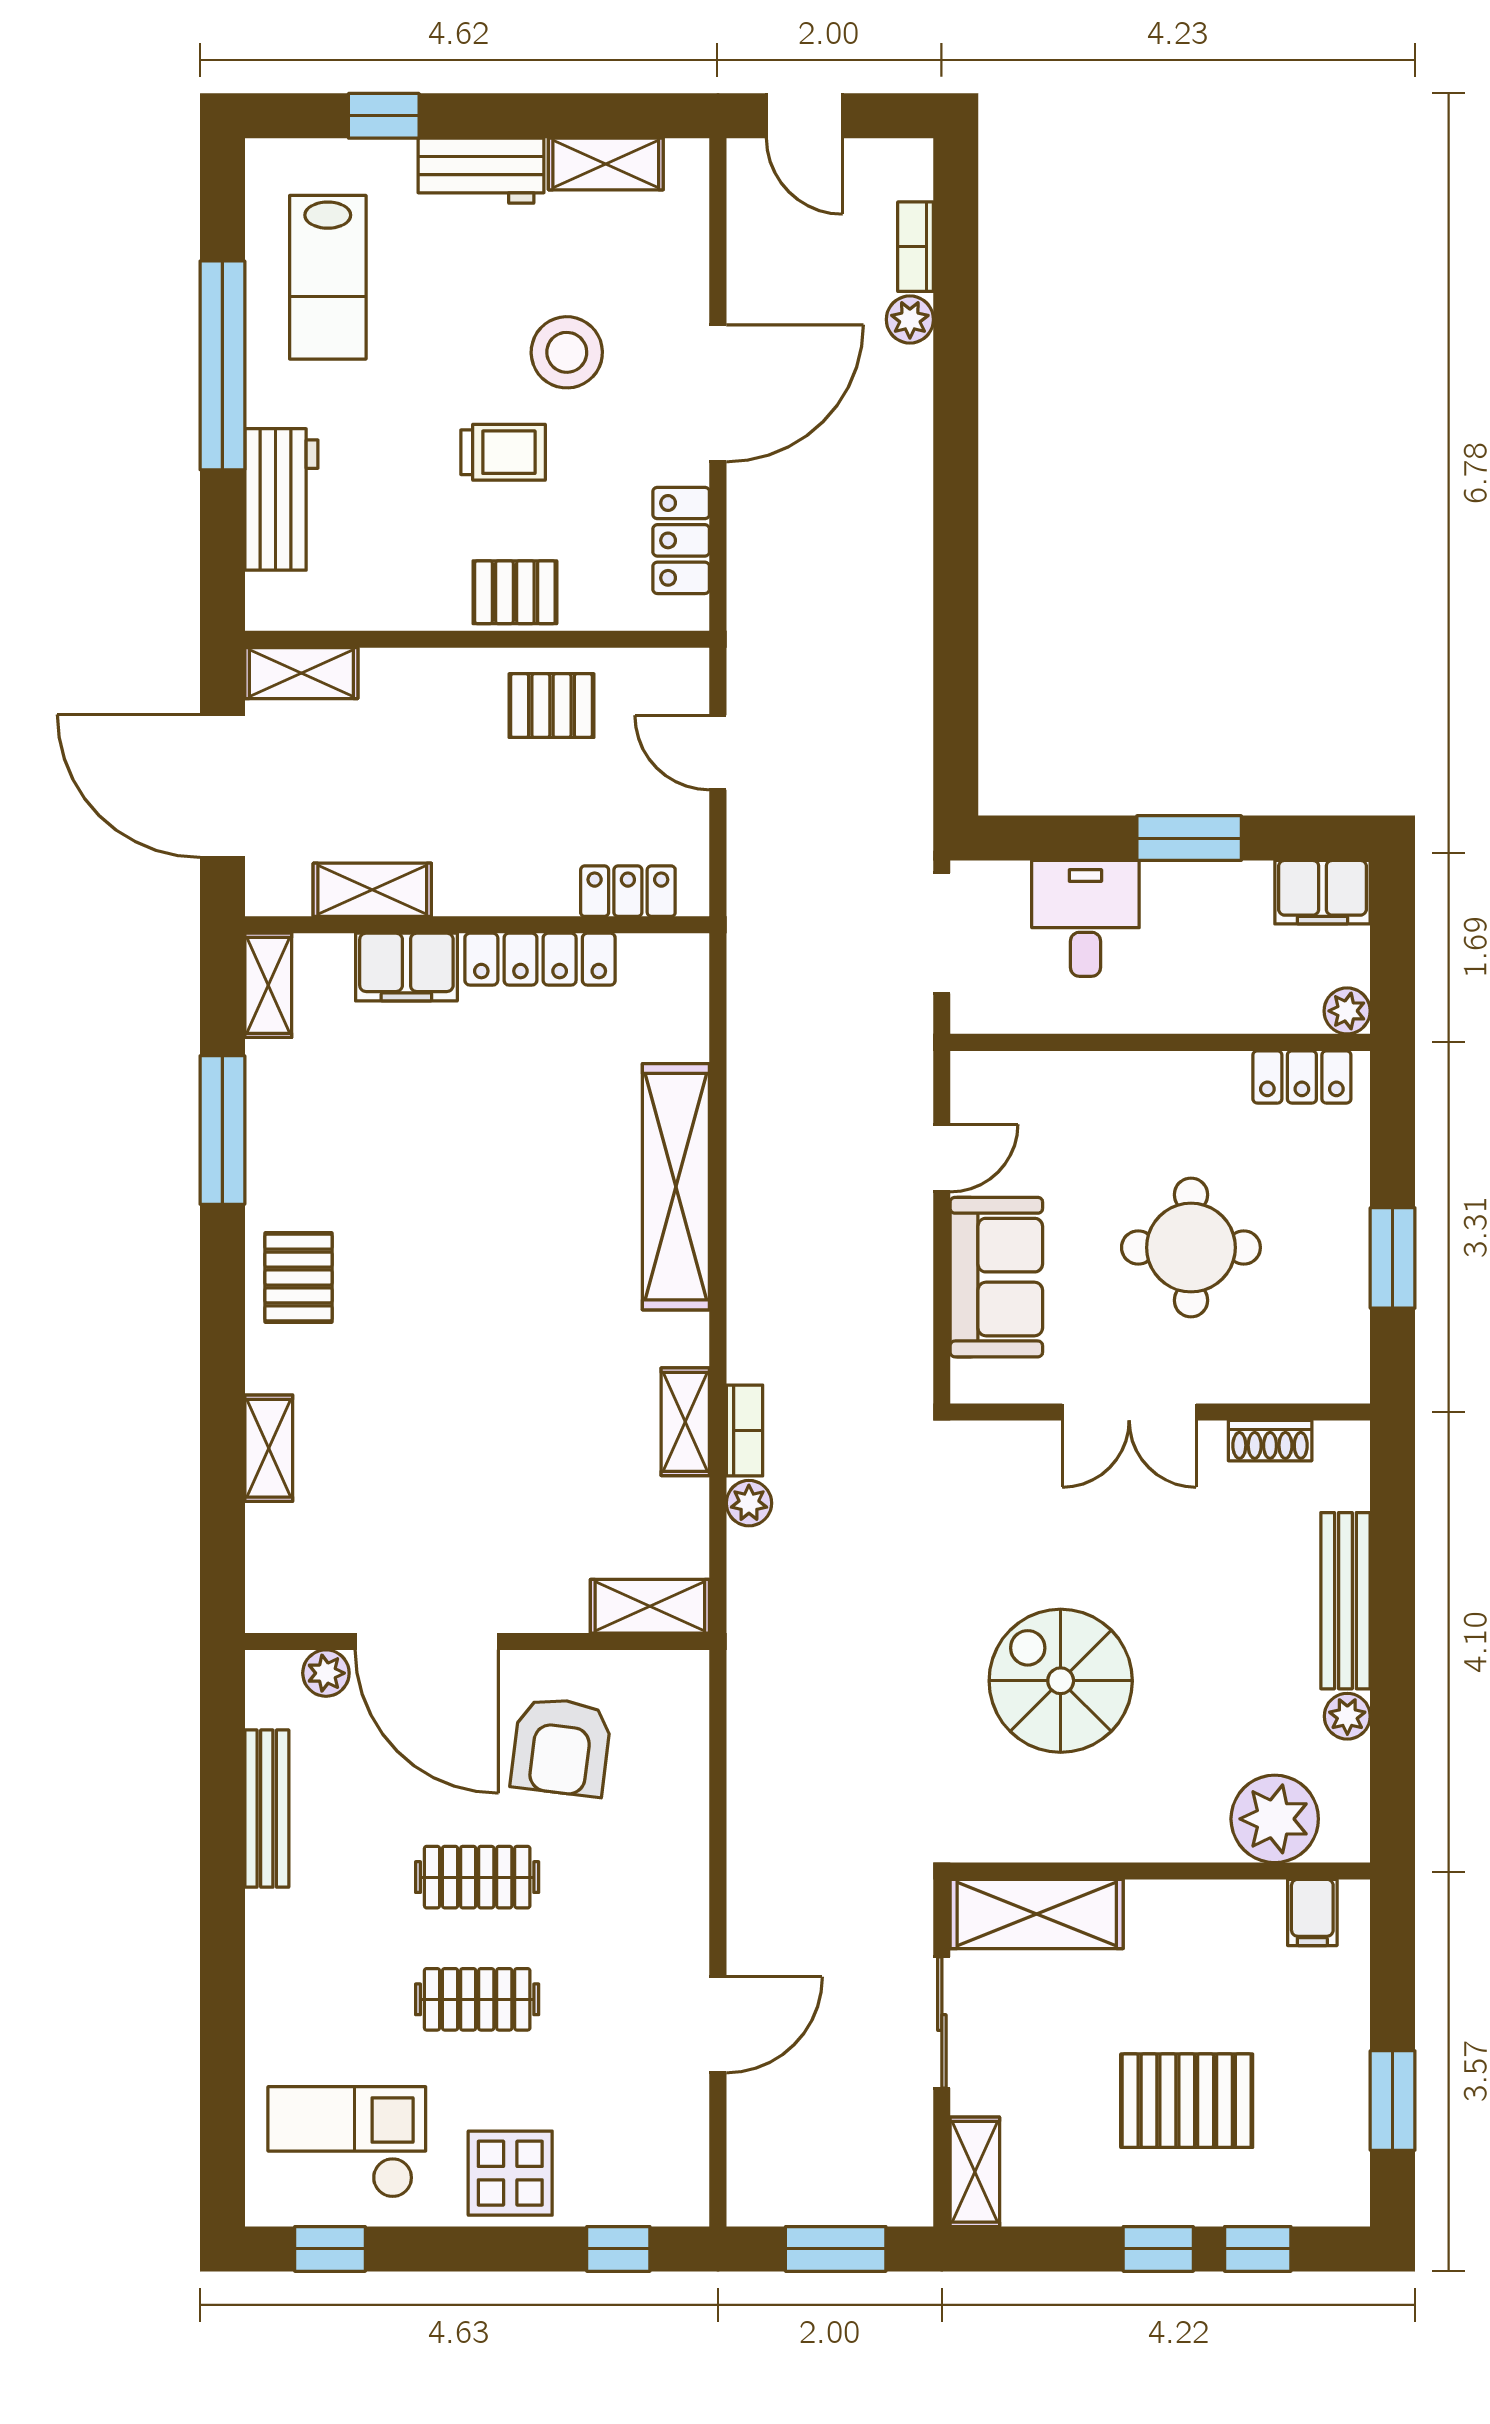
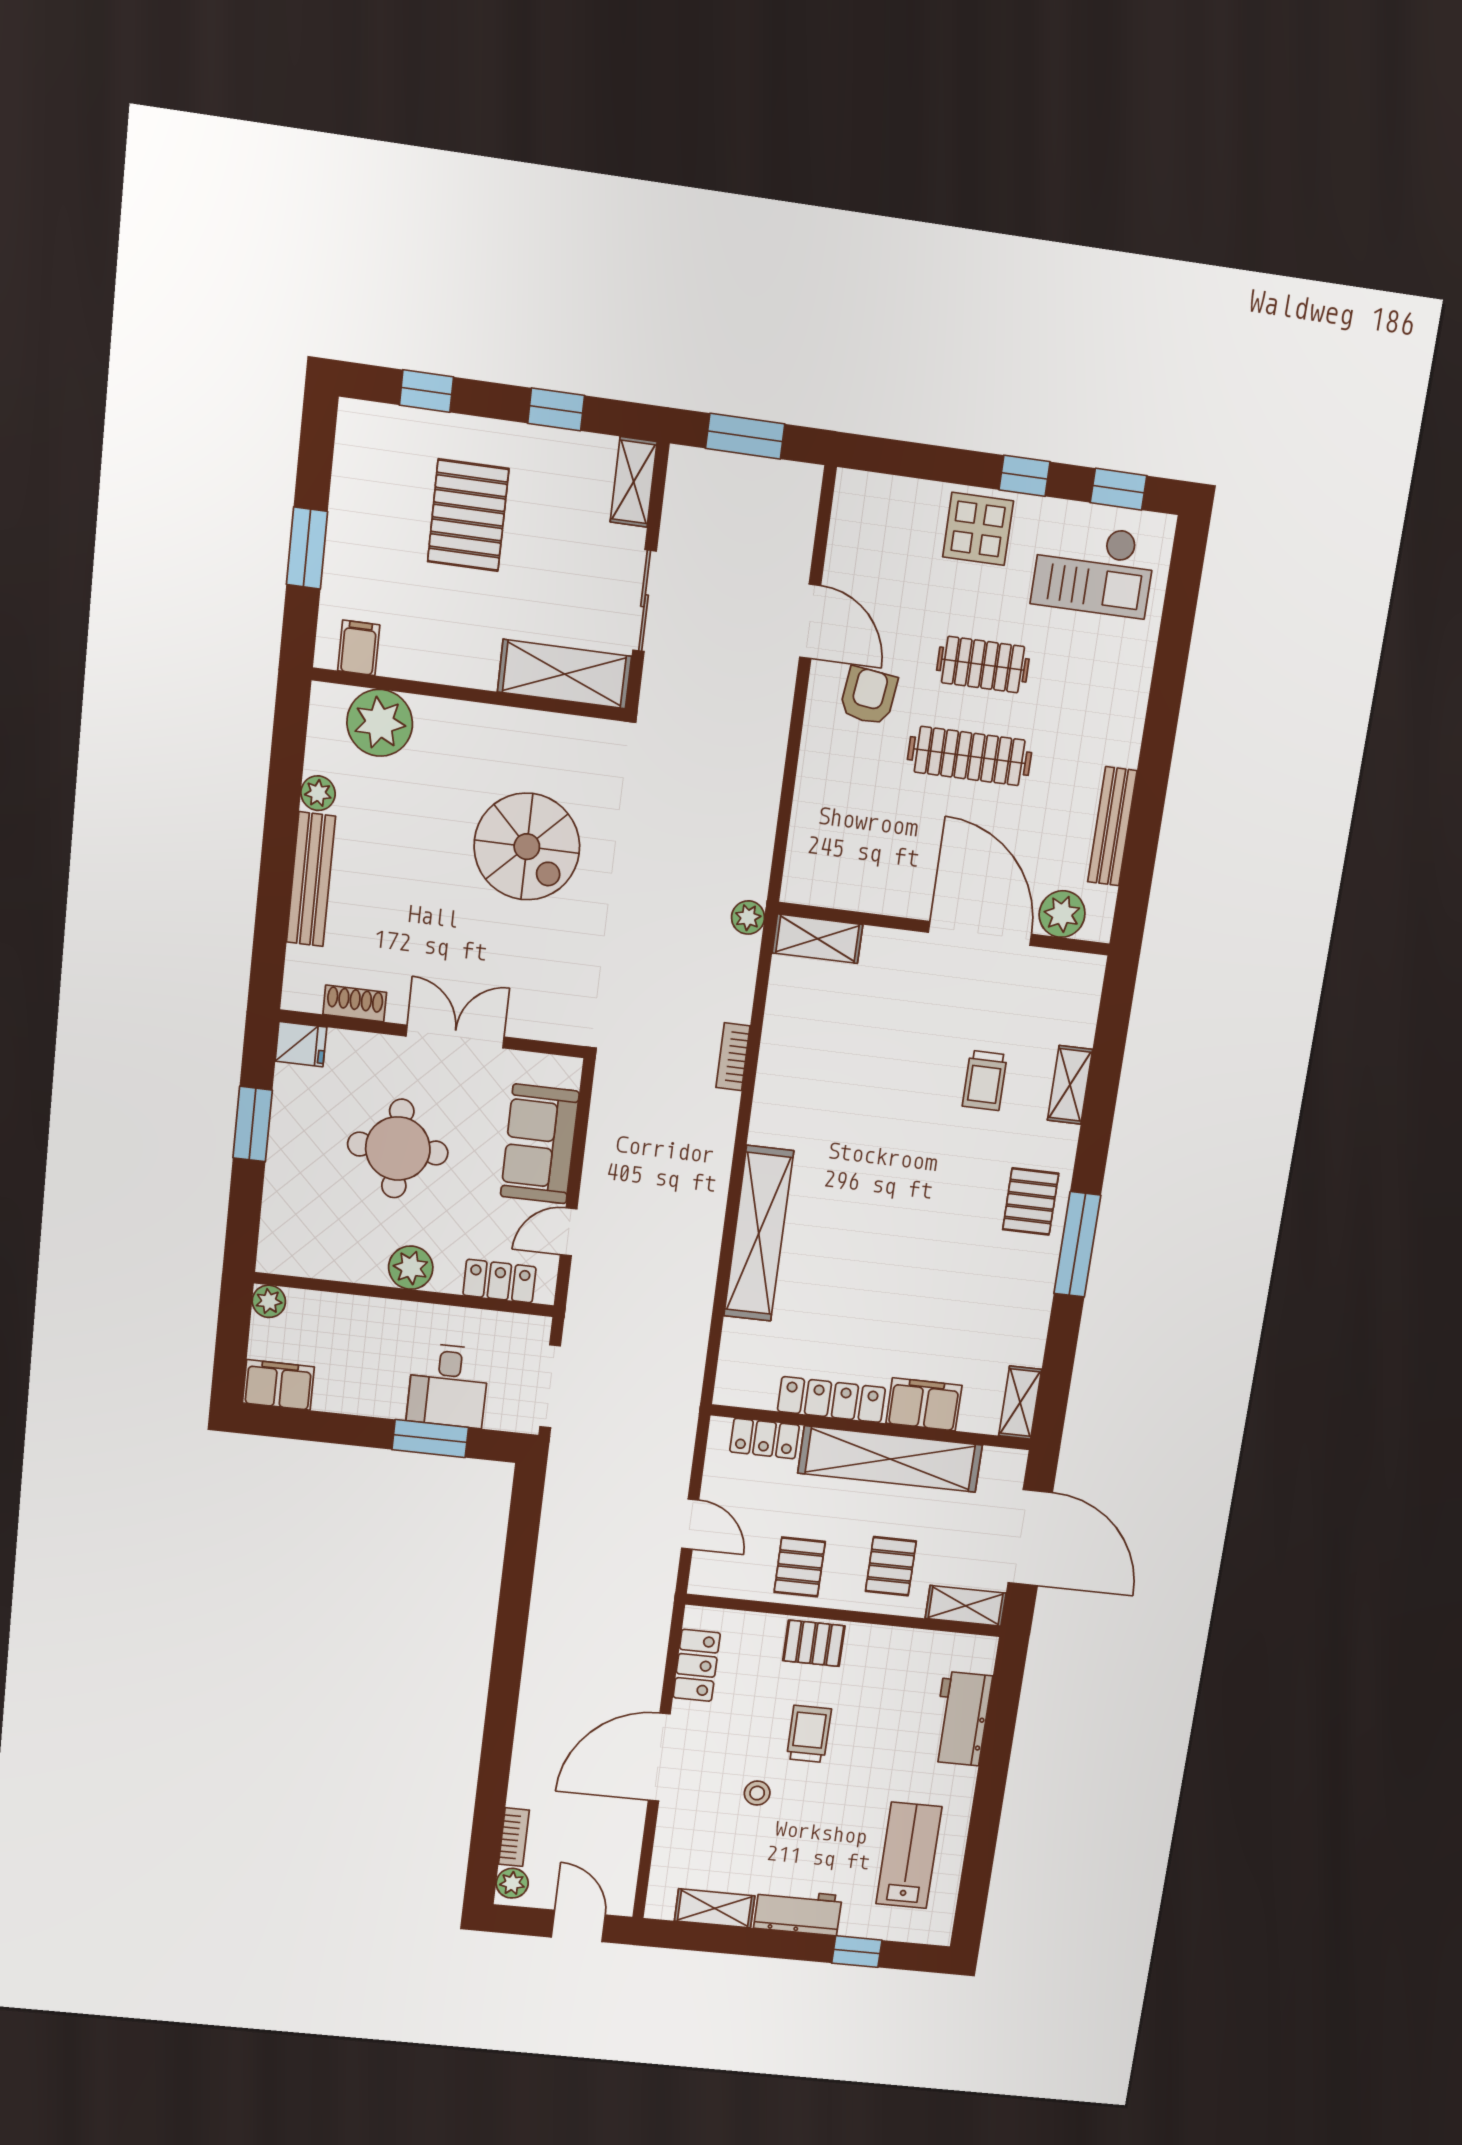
plant: (910, 320) -> (512, 1883), moved
stool: (567, 352) -> (757, 1793), width x0.53, depth x0.53
window: (222, 365) -> (987, 1807), removed
trolley: (503, 452) -> (809, 1734), turned 90
pallet: (551, 706) -> (800, 1567), turned 90
pallet: (419, 721) -> (891, 1566), added
window: (1189, 838) -> (430, 1439), moved
shelving: (372, 890) -> (890, 1459), width x2.20, depth x1.33
locker: (1302, 1077) -> (499, 1281), moved
plant: (1156, 1082) -> (411, 1268), added
window: (222, 1130) -> (1077, 1244), moved
fridge: (1337, 1376) -> (301, 1044), added
shelving: (685, 1422) -> (774, 1068), removed
trolley: (389, 1440) -> (985, 1080), added
plant: (749, 1503) -> (748, 917), moved
plant: (326, 1673) -> (1062, 914), width x1.38, depth x1.38
armchair: (561, 1747) -> (868, 696), moved, width x0.72, depth x0.72
clothes rail: (477, 1877) -> (970, 756), width x1.36
door: (718, 2025) -> (810, 621), swing flipped
pallet: (1187, 2101) -> (468, 515), turned 90
window: (1393, 2101) -> (307, 548), moved
window: (618, 2249) -> (1025, 476), moved
window: (1158, 2249) -> (556, 409), moved

